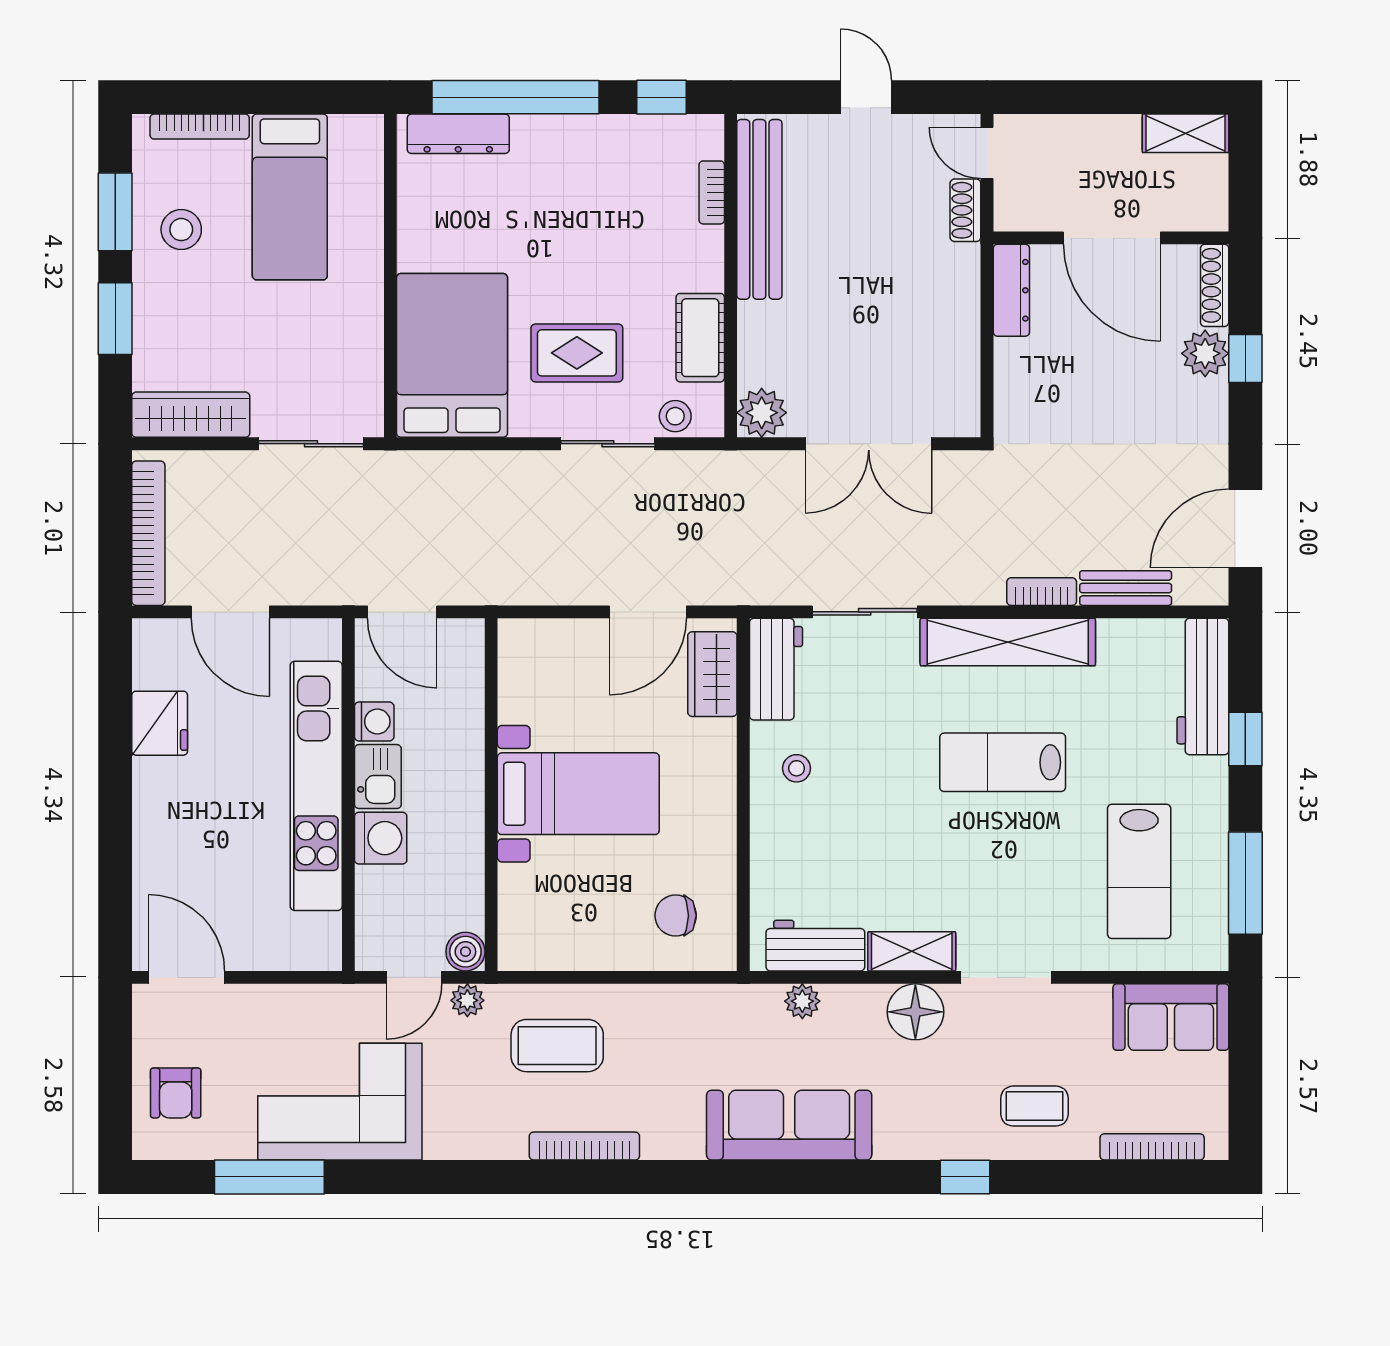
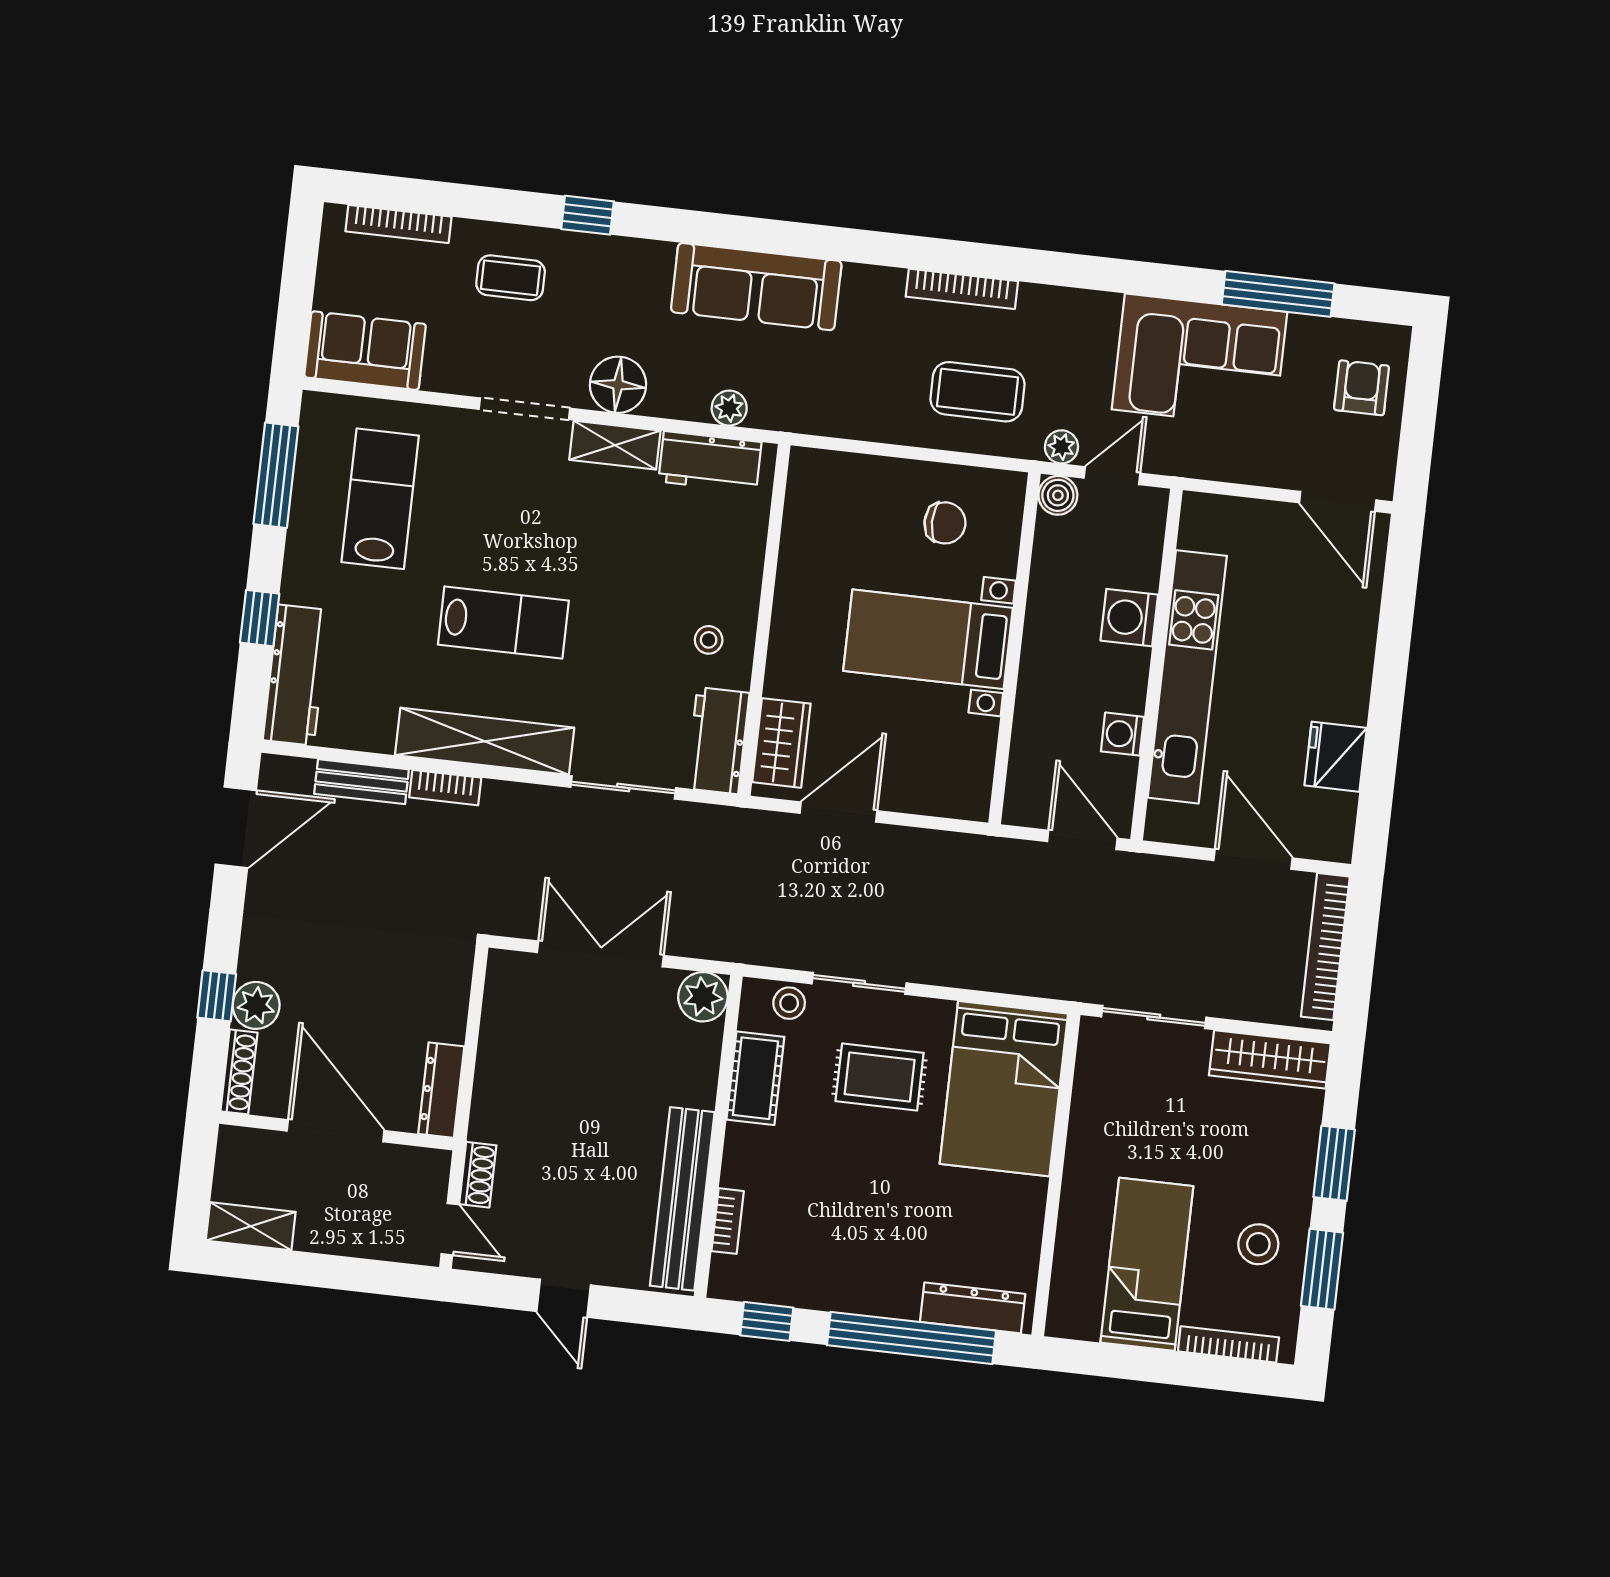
kitchen sink: (378, 777) -> (1125, 679), removed
chair: (676, 916) -> (945, 523), moved

